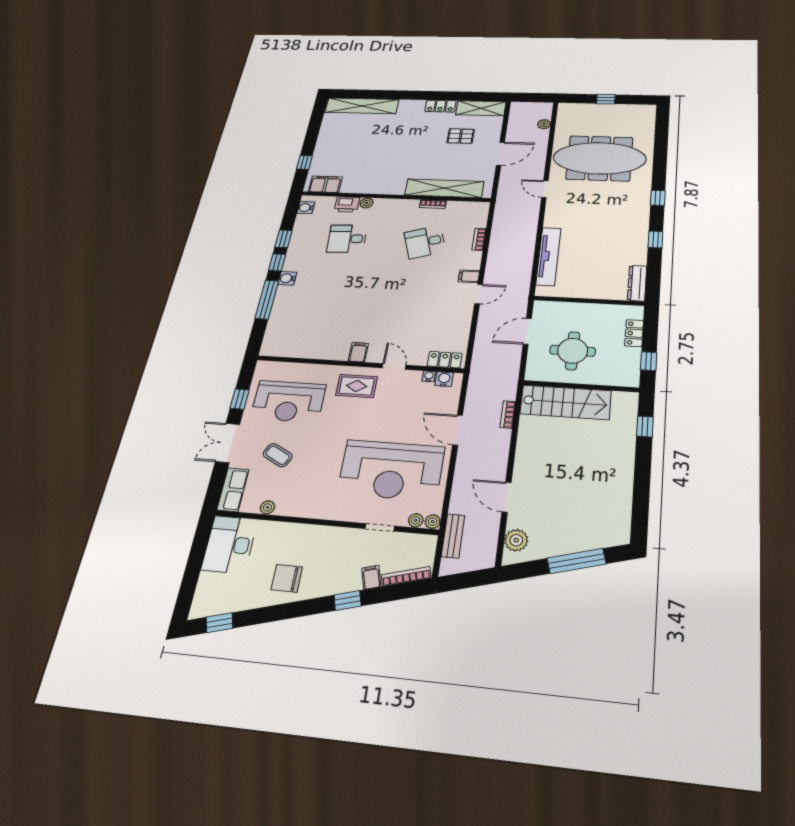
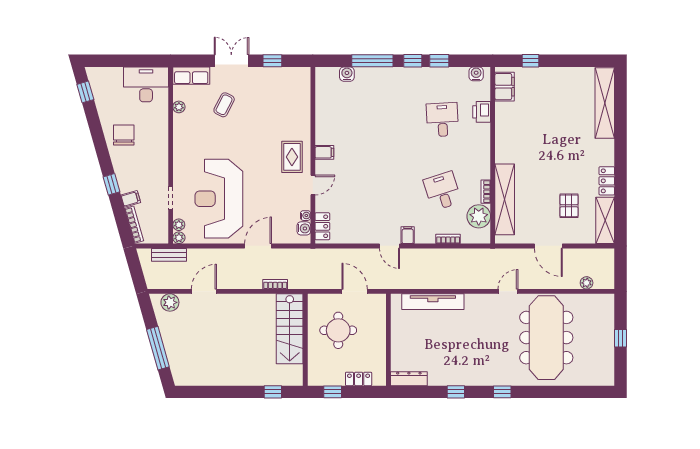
plant: (367, 203) -> (479, 216), moved, width x1.88, depth x1.88
water cooler: (287, 278) -> (347, 74), moved
reception desk: (288, 401) -> (273, 103), removed

